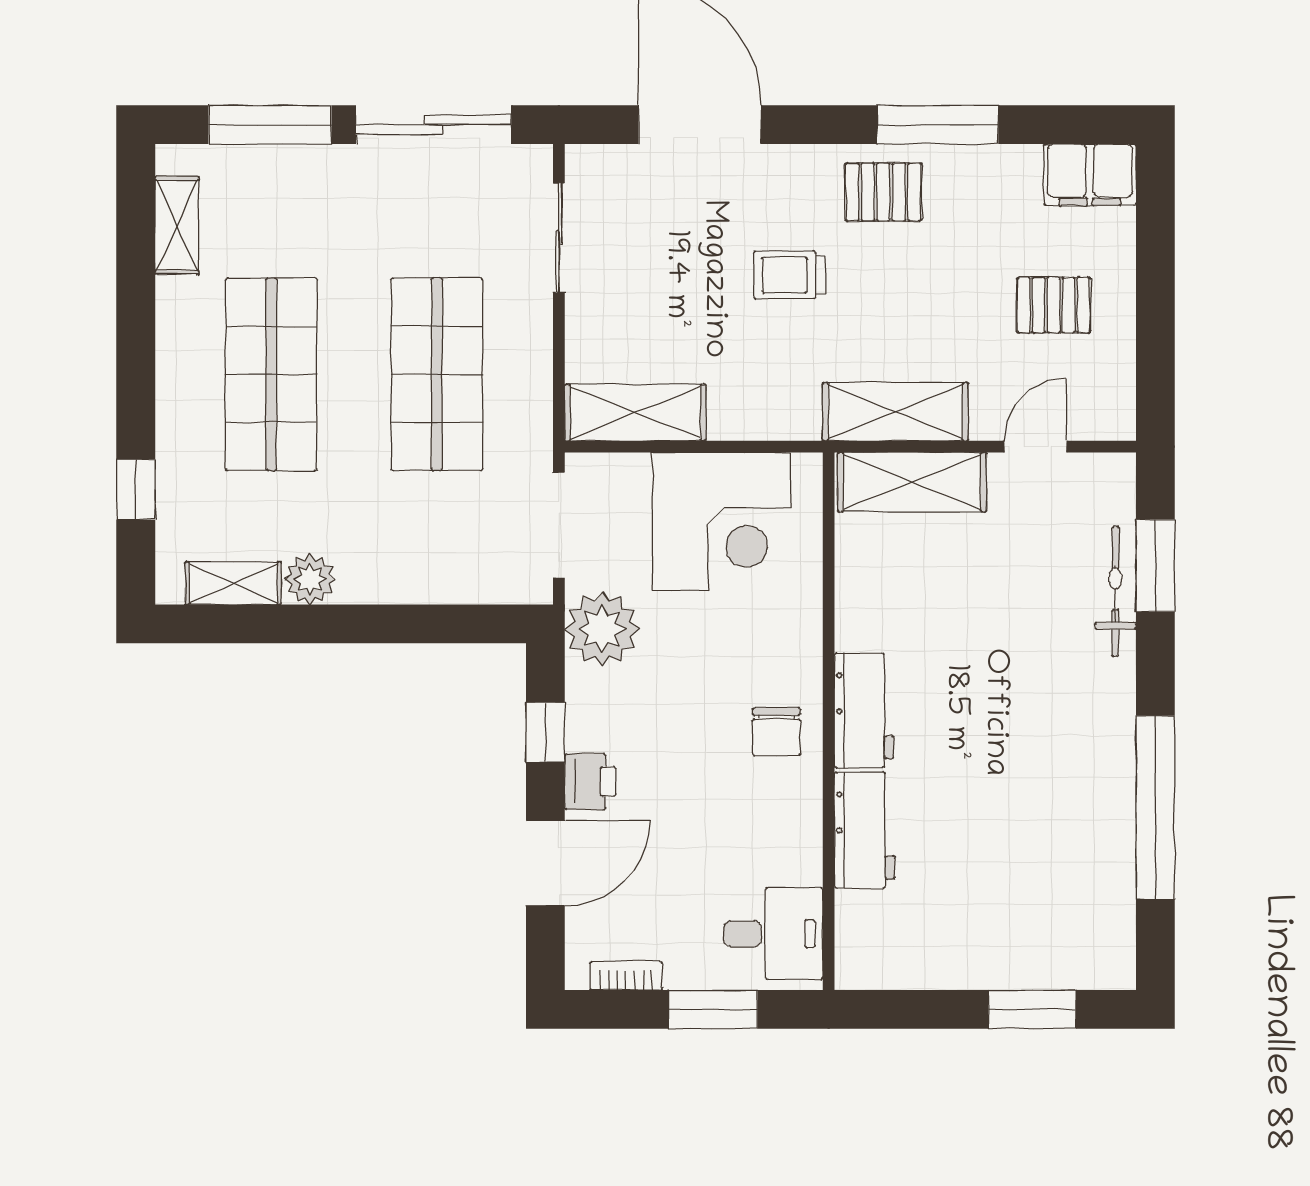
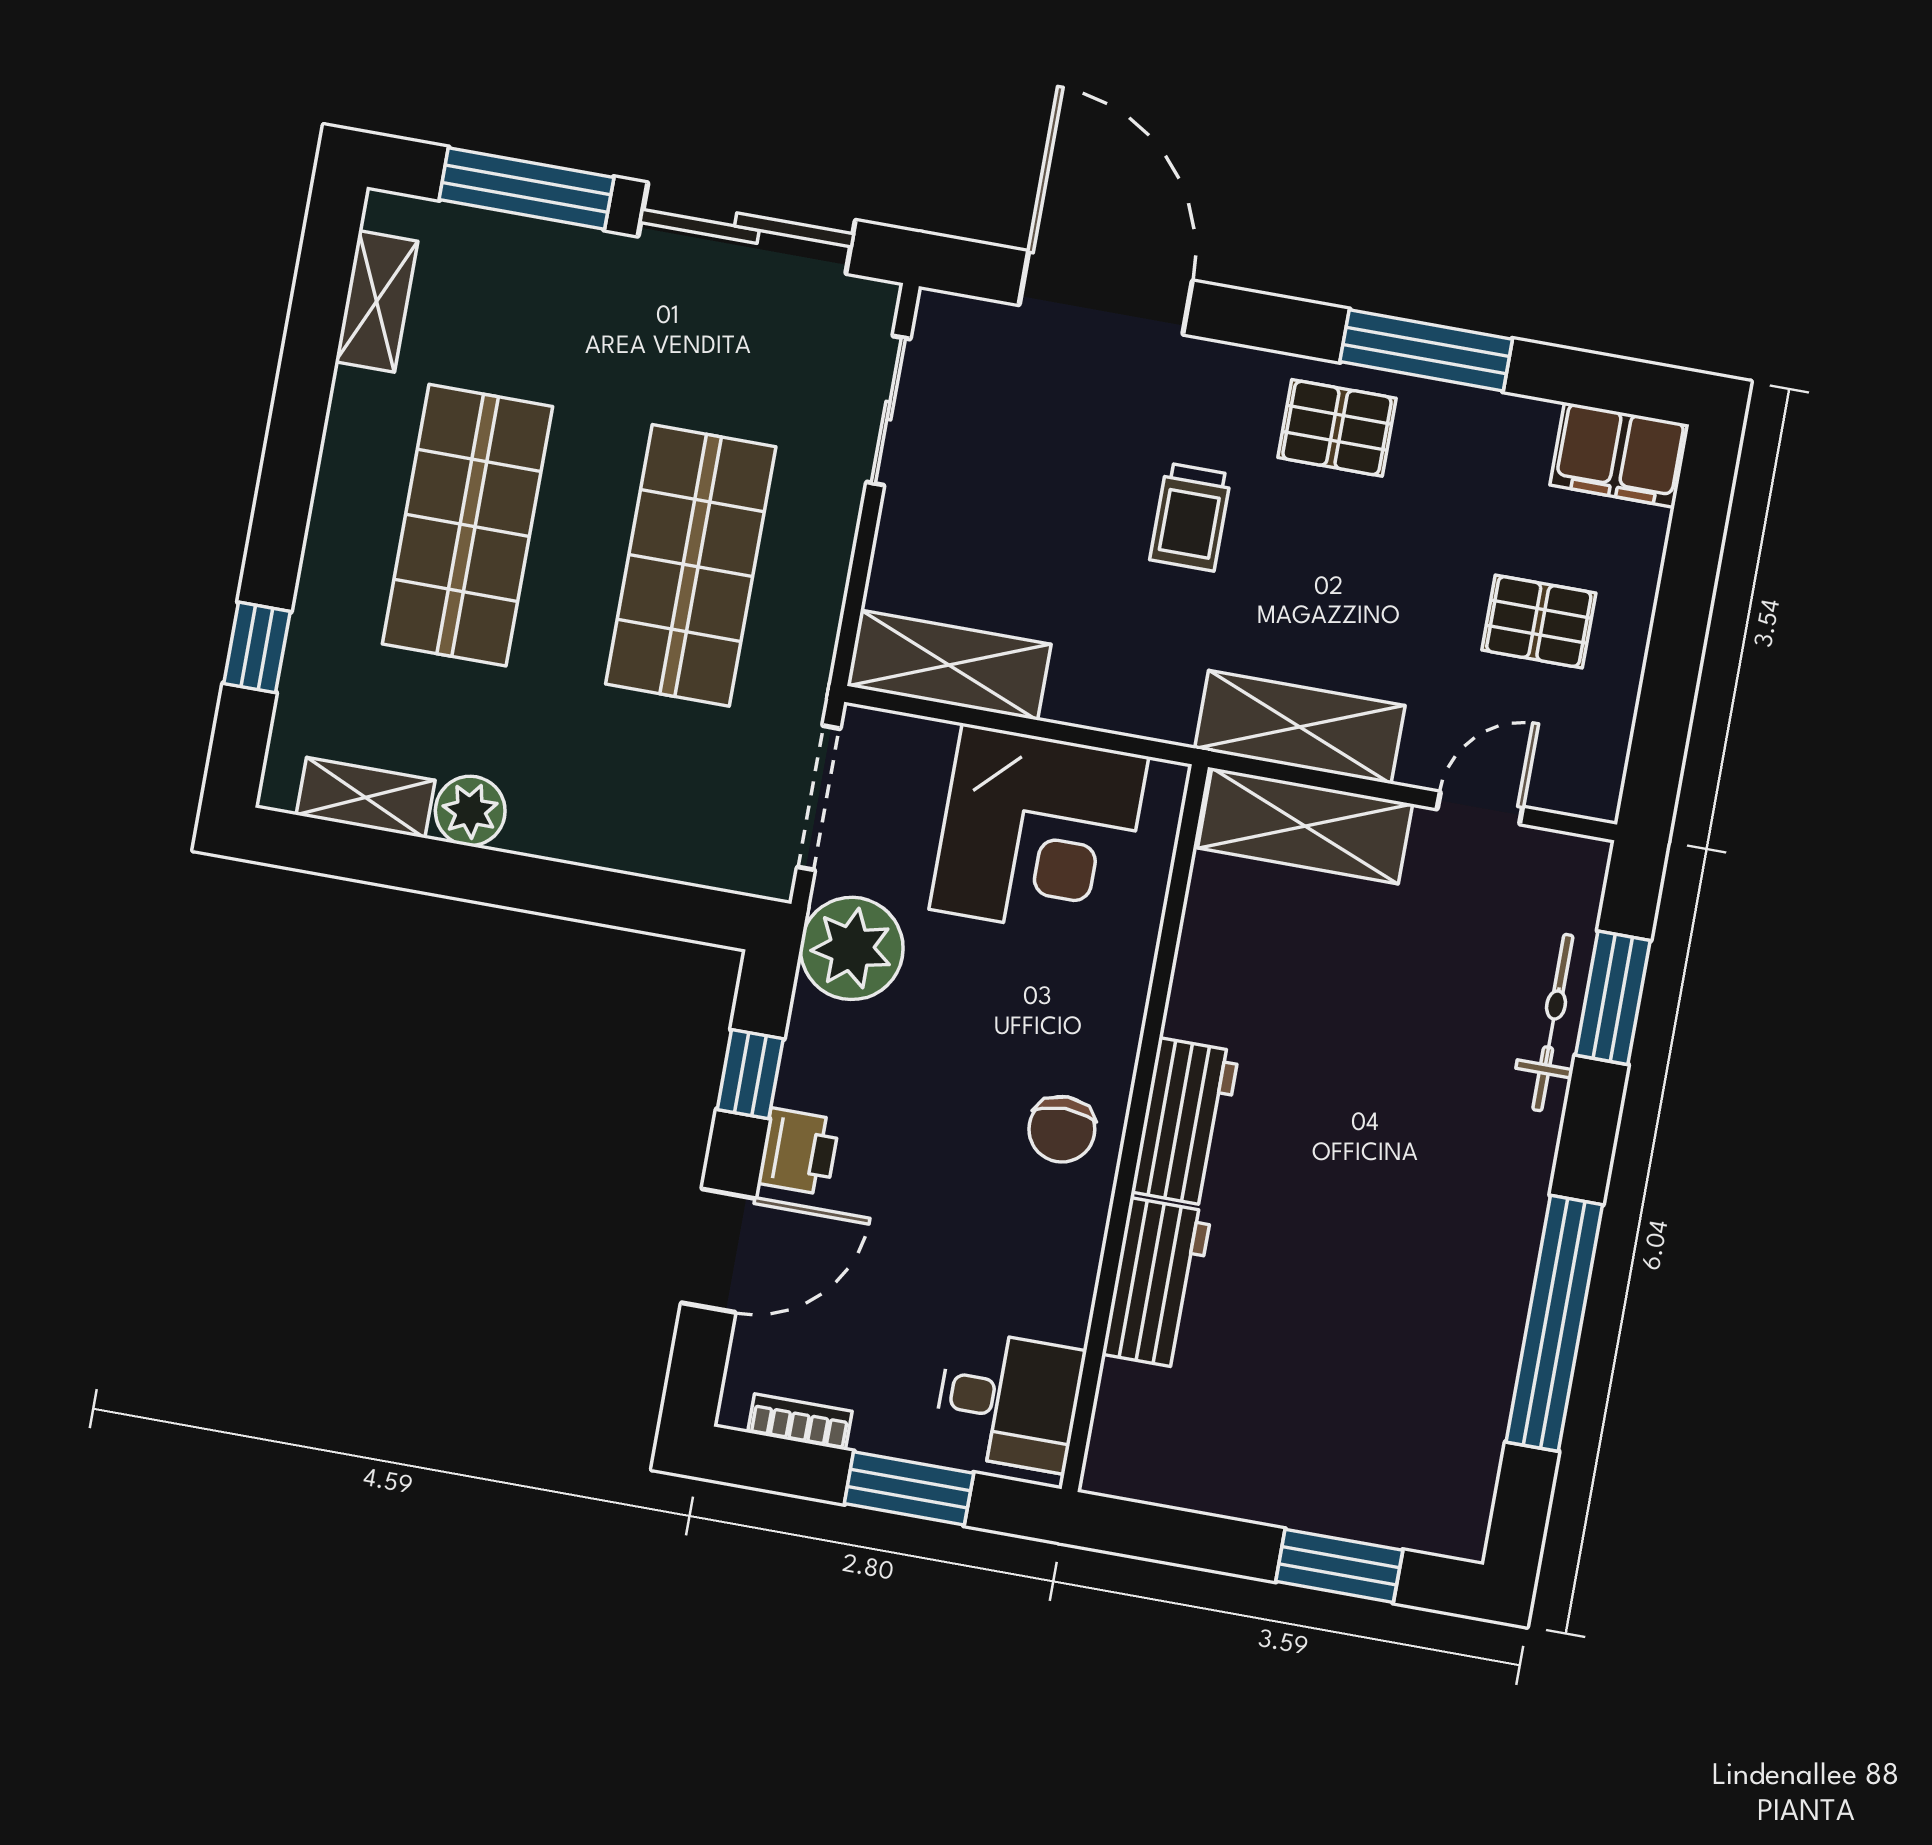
trolley: (790, 275) -> (1190, 517), turned -90

